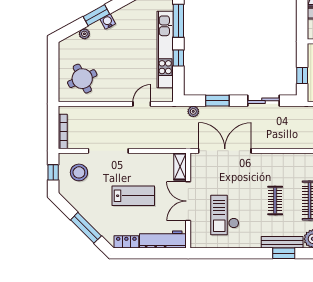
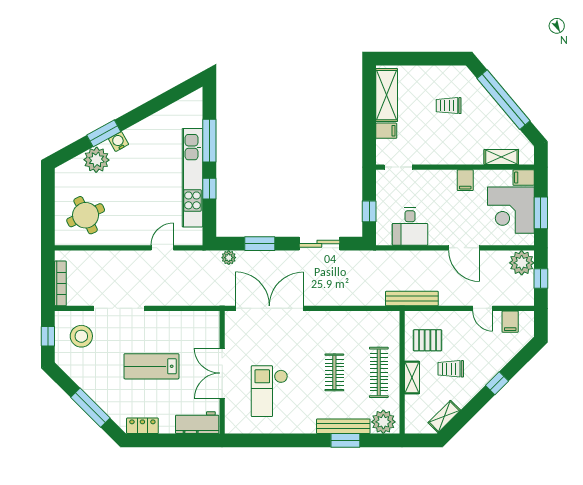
plant: (84, 34) -> (96, 160), width x1.88, depth x1.88
shelving: (180, 167) -> (212, 329), removed
lab bench: (133, 196) -> (151, 366), turned 180
workbench: (163, 239) -> (197, 423), width x0.73

